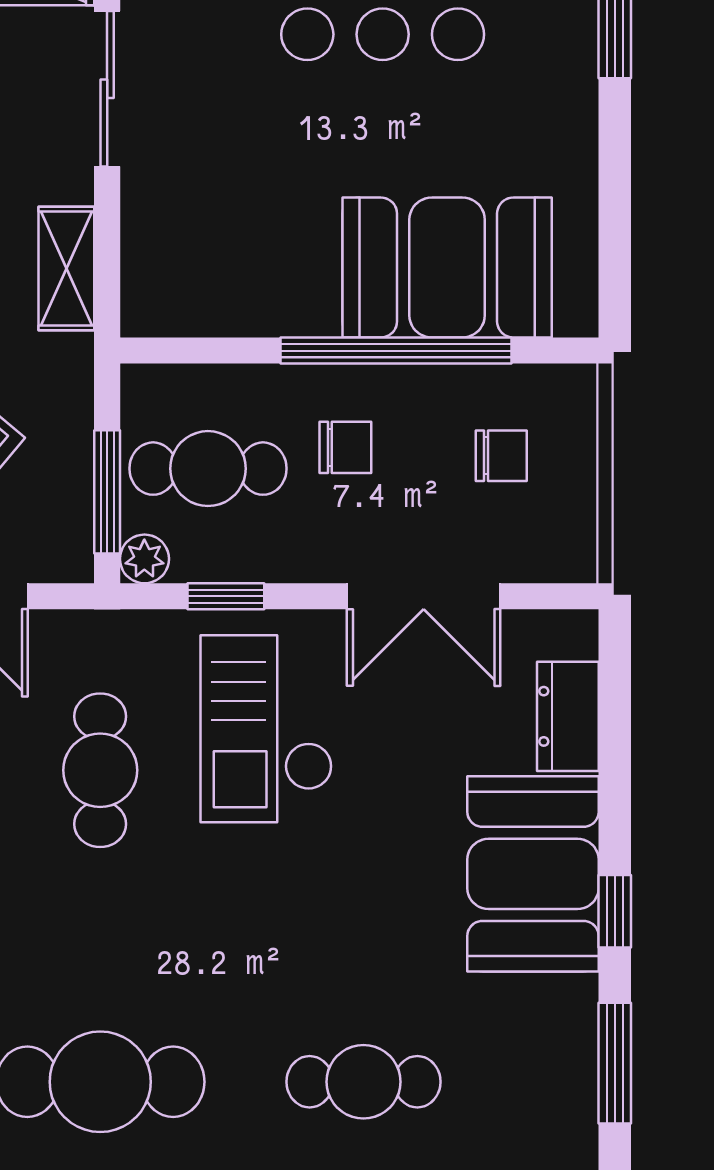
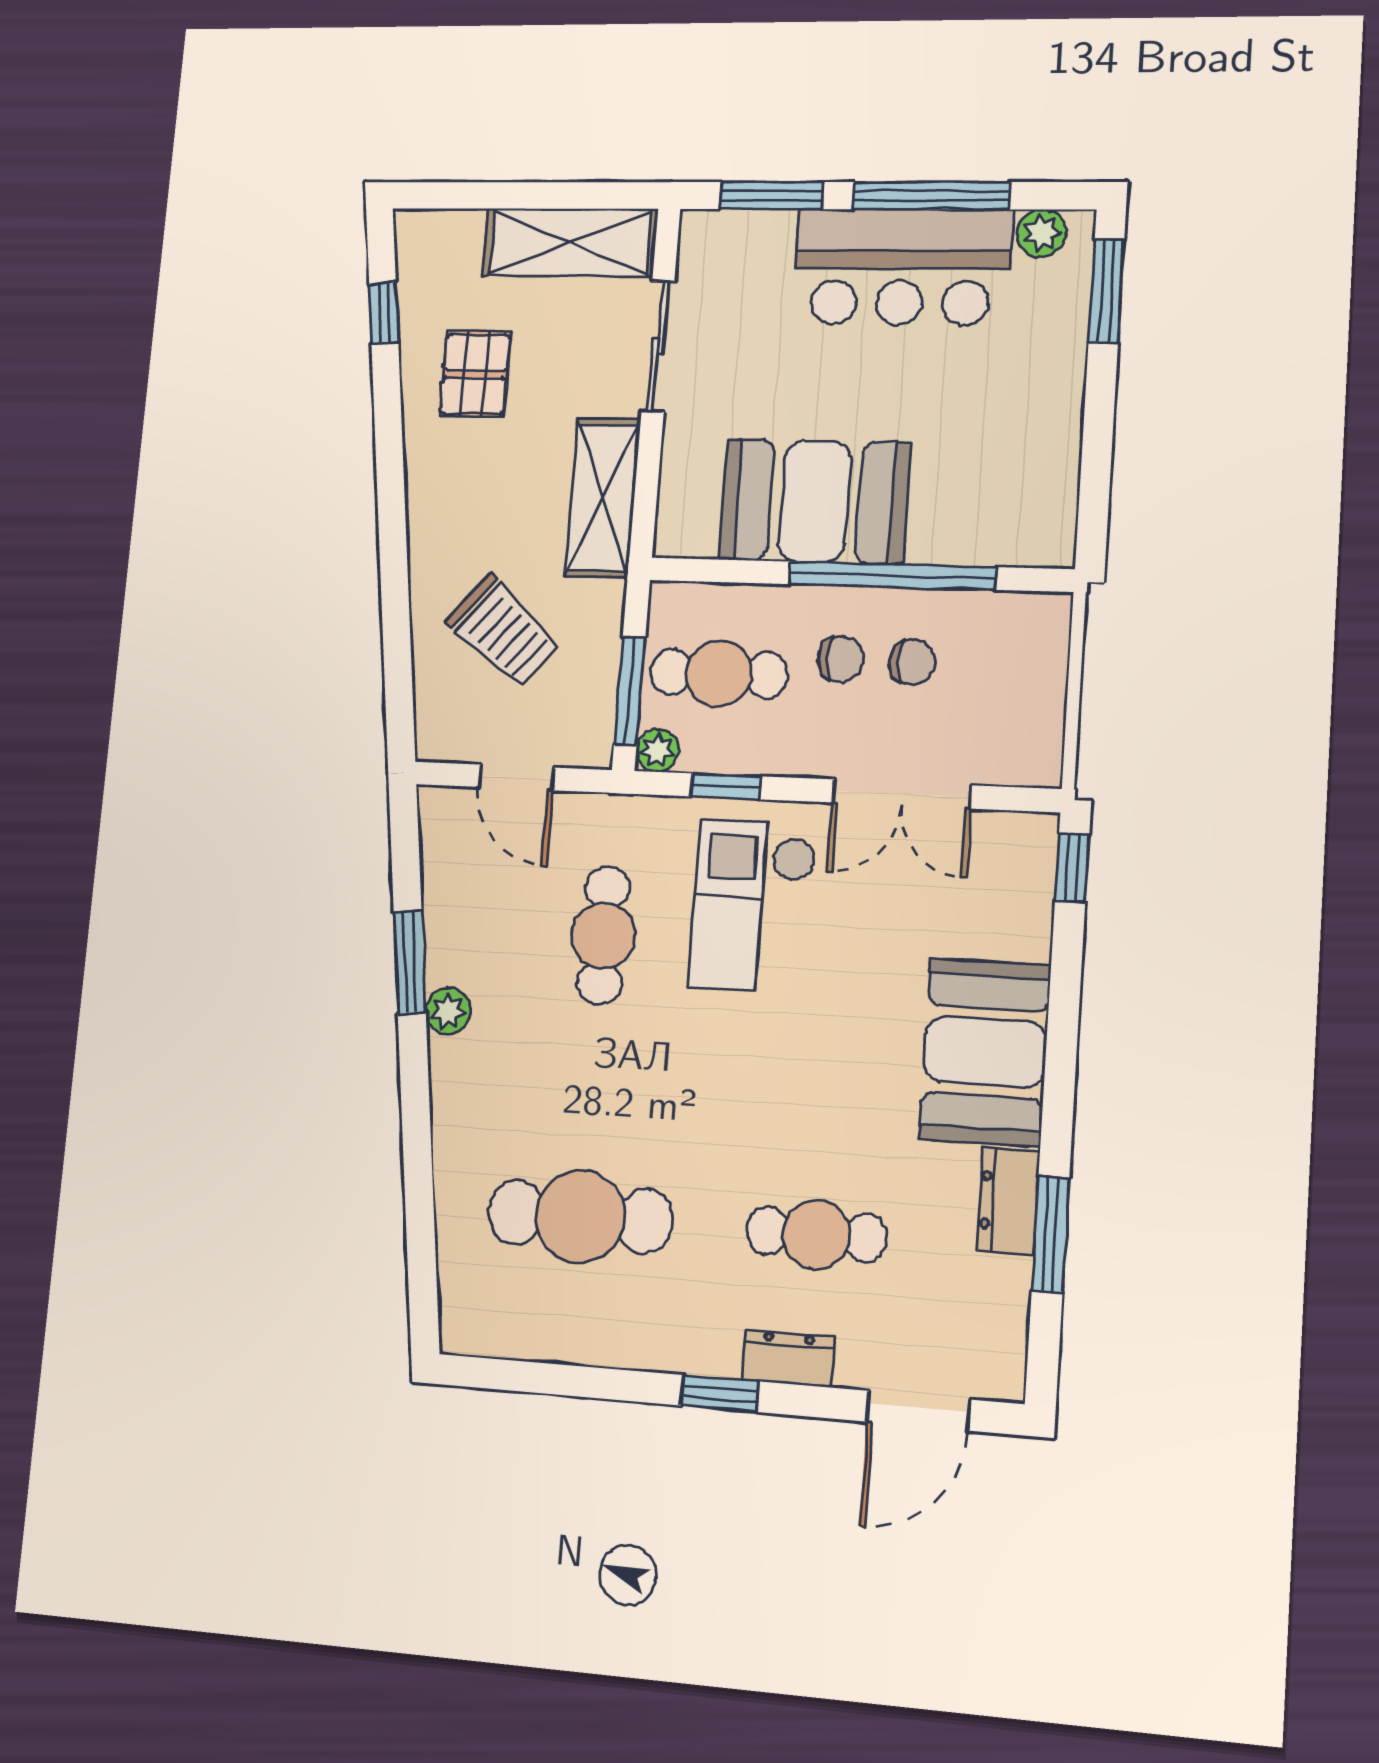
booth: (447, 267) -> (815, 501), moved
shelving: (66, 269) -> (603, 497), width x1.50, depth x1.33
chair: (501, 456) -> (912, 662), moved
dresser: (568, 716) -> (1008, 1201), moved
window: (615, 911) -> (1072, 868), moved

